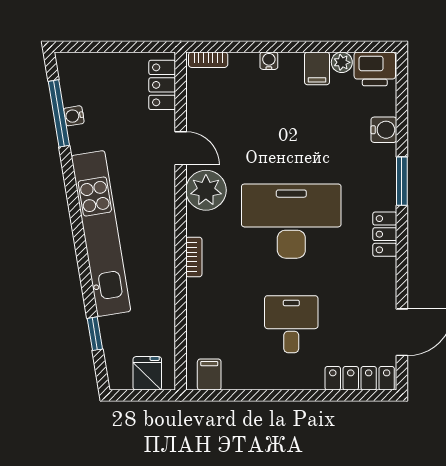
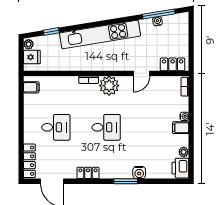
filing cabinet: (317, 68) -> (181, 128), moved
water cooler: (384, 130) -> (139, 173), moved
plant: (206, 190) -> (109, 86), moved
desk: (291, 221) -> (106, 127), width x0.53, depth x0.77
locker: (385, 234) -> (88, 173), moved
plant: (121, 380) -> (29, 44), added

